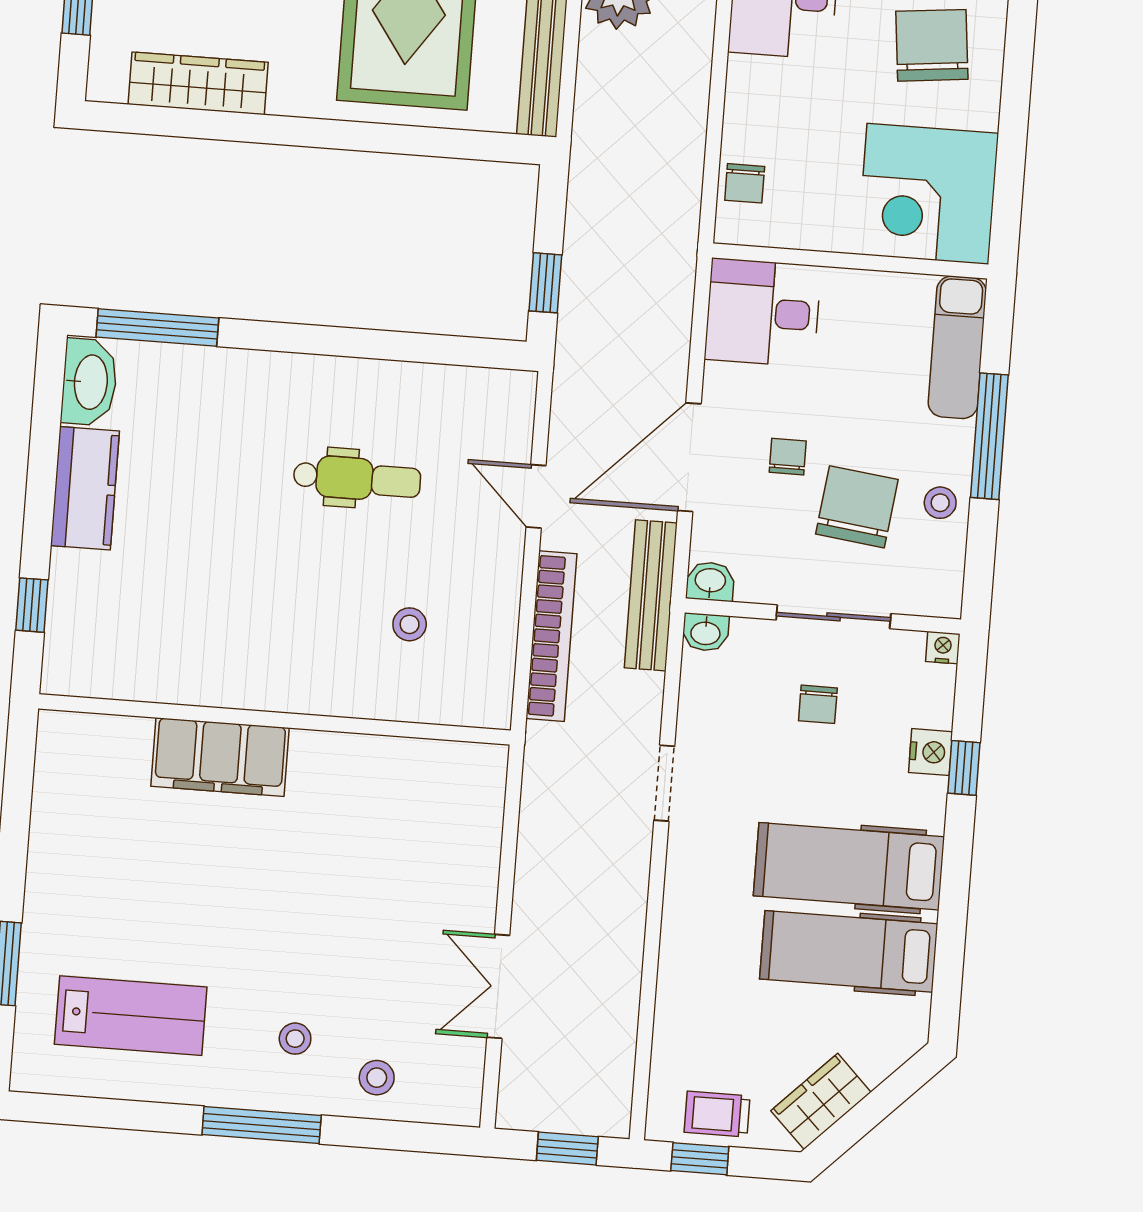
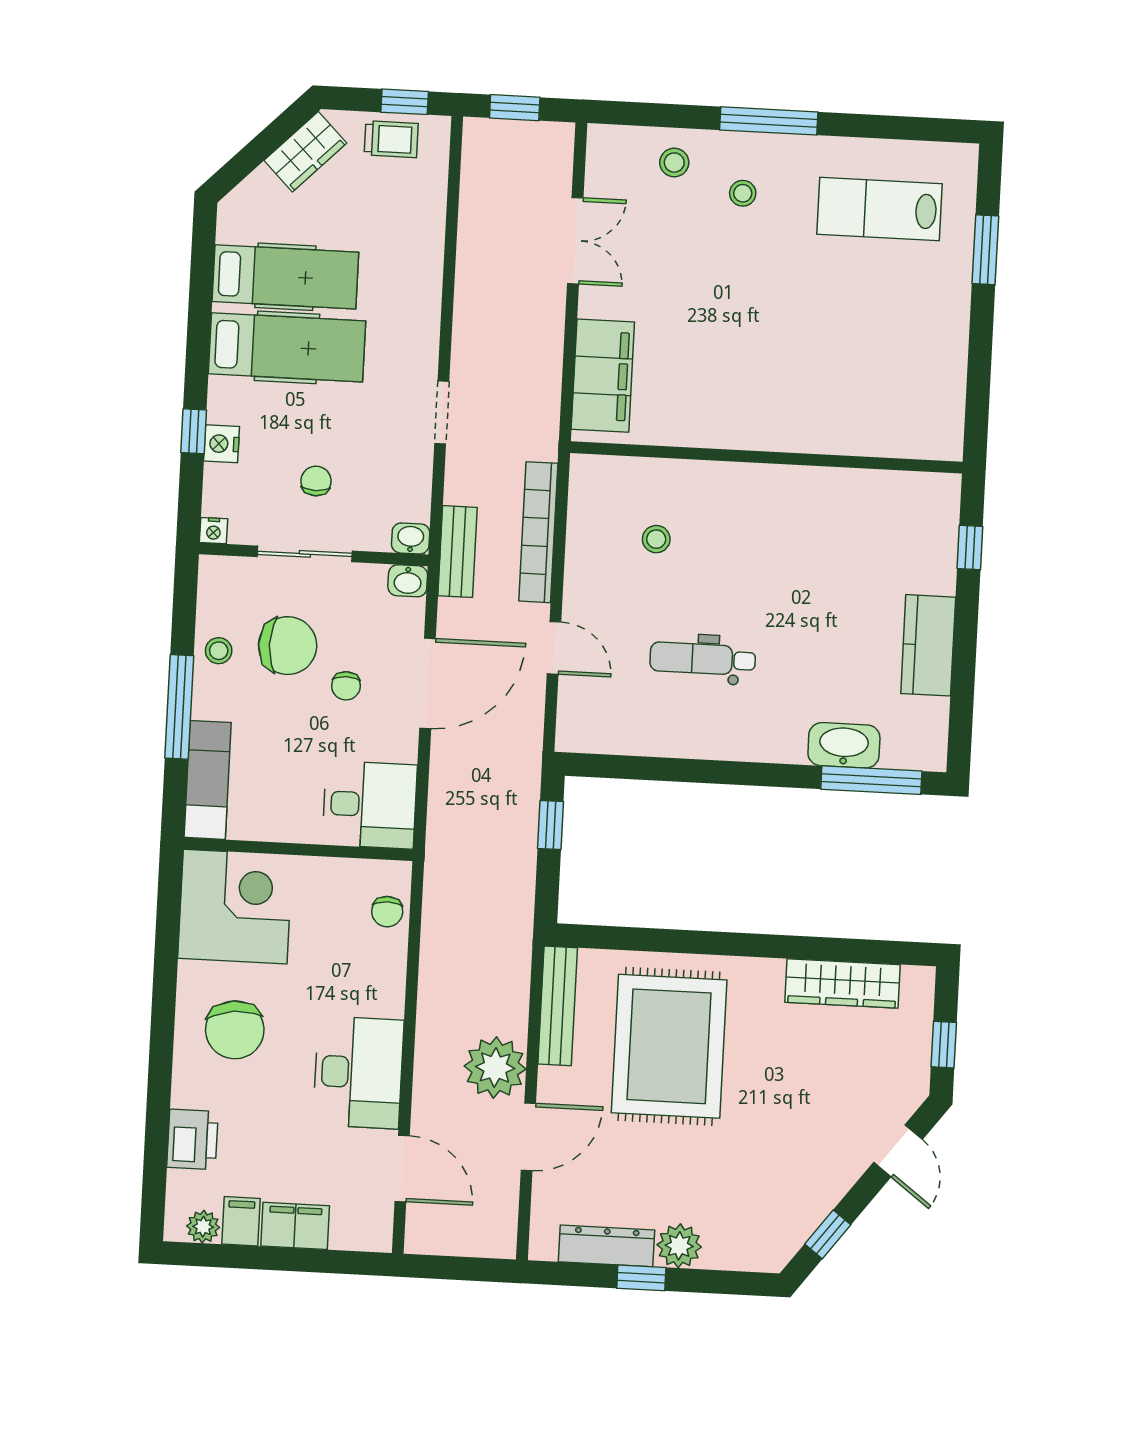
chair: (745, 183) -> (387, 912), turned 180
washbasin: (89, 382) -> (844, 745), moved, turned 90
chair: (857, 507) -> (288, 646), turned -97
bench: (651, 595) -> (458, 552), width x0.73
filing cabinet: (220, 757) -> (603, 376), moved, turned 90

